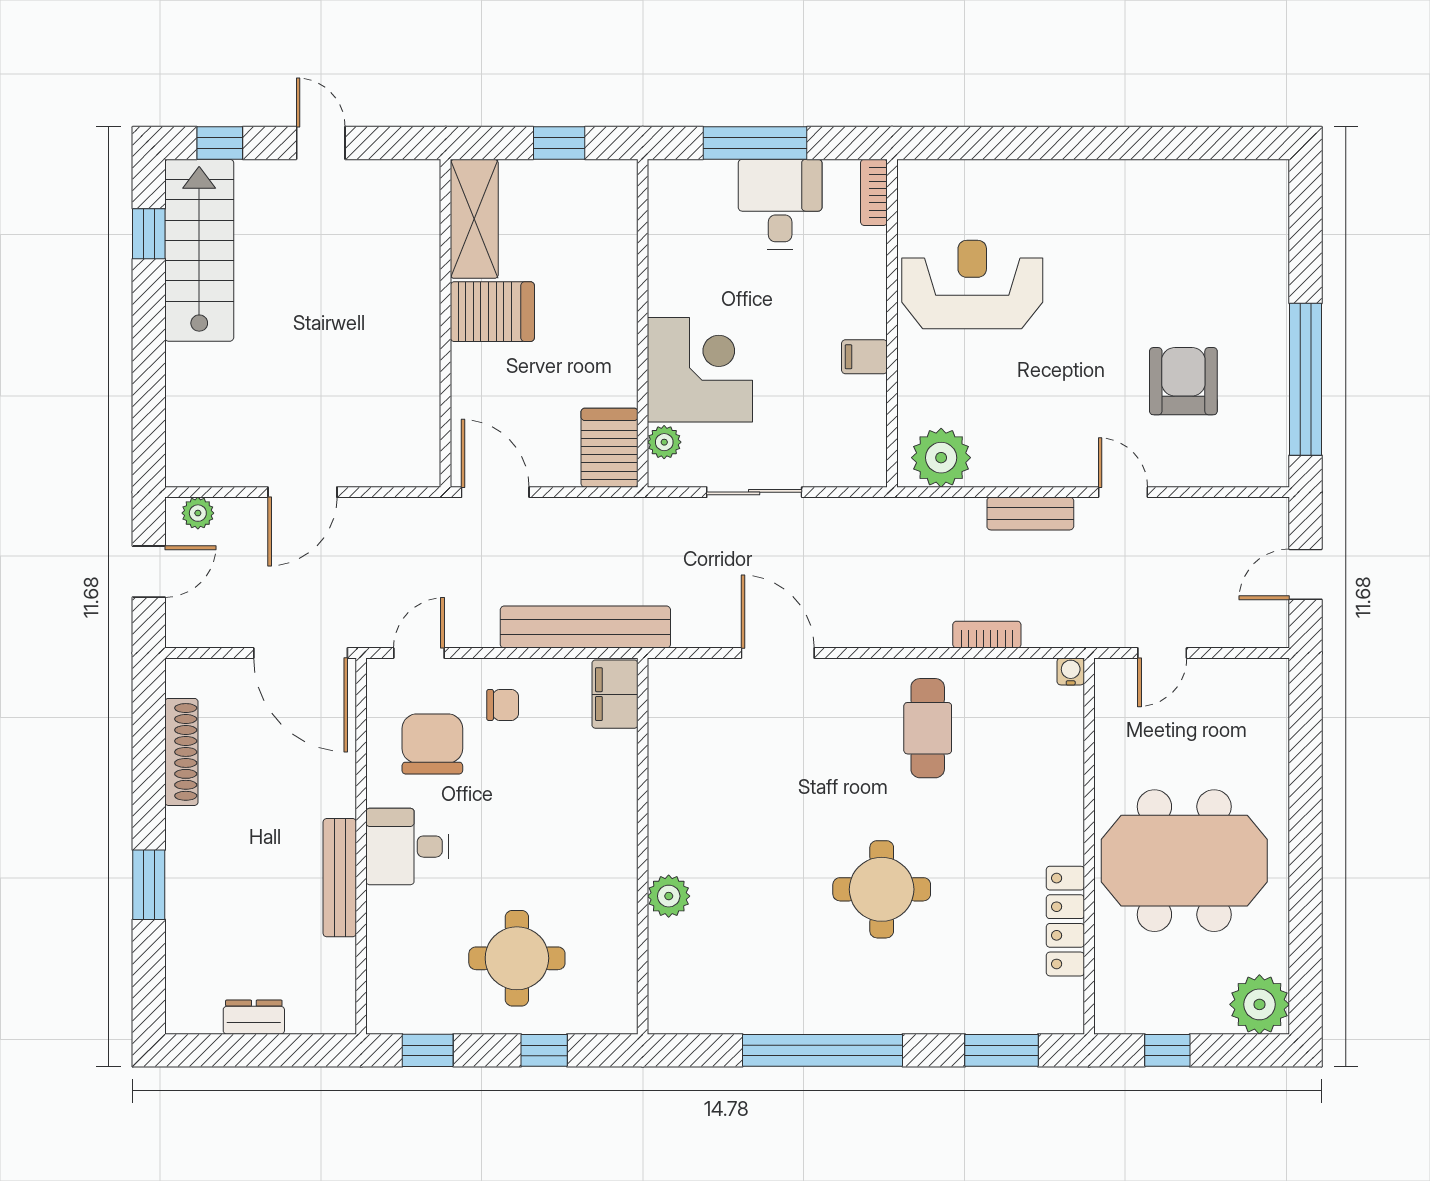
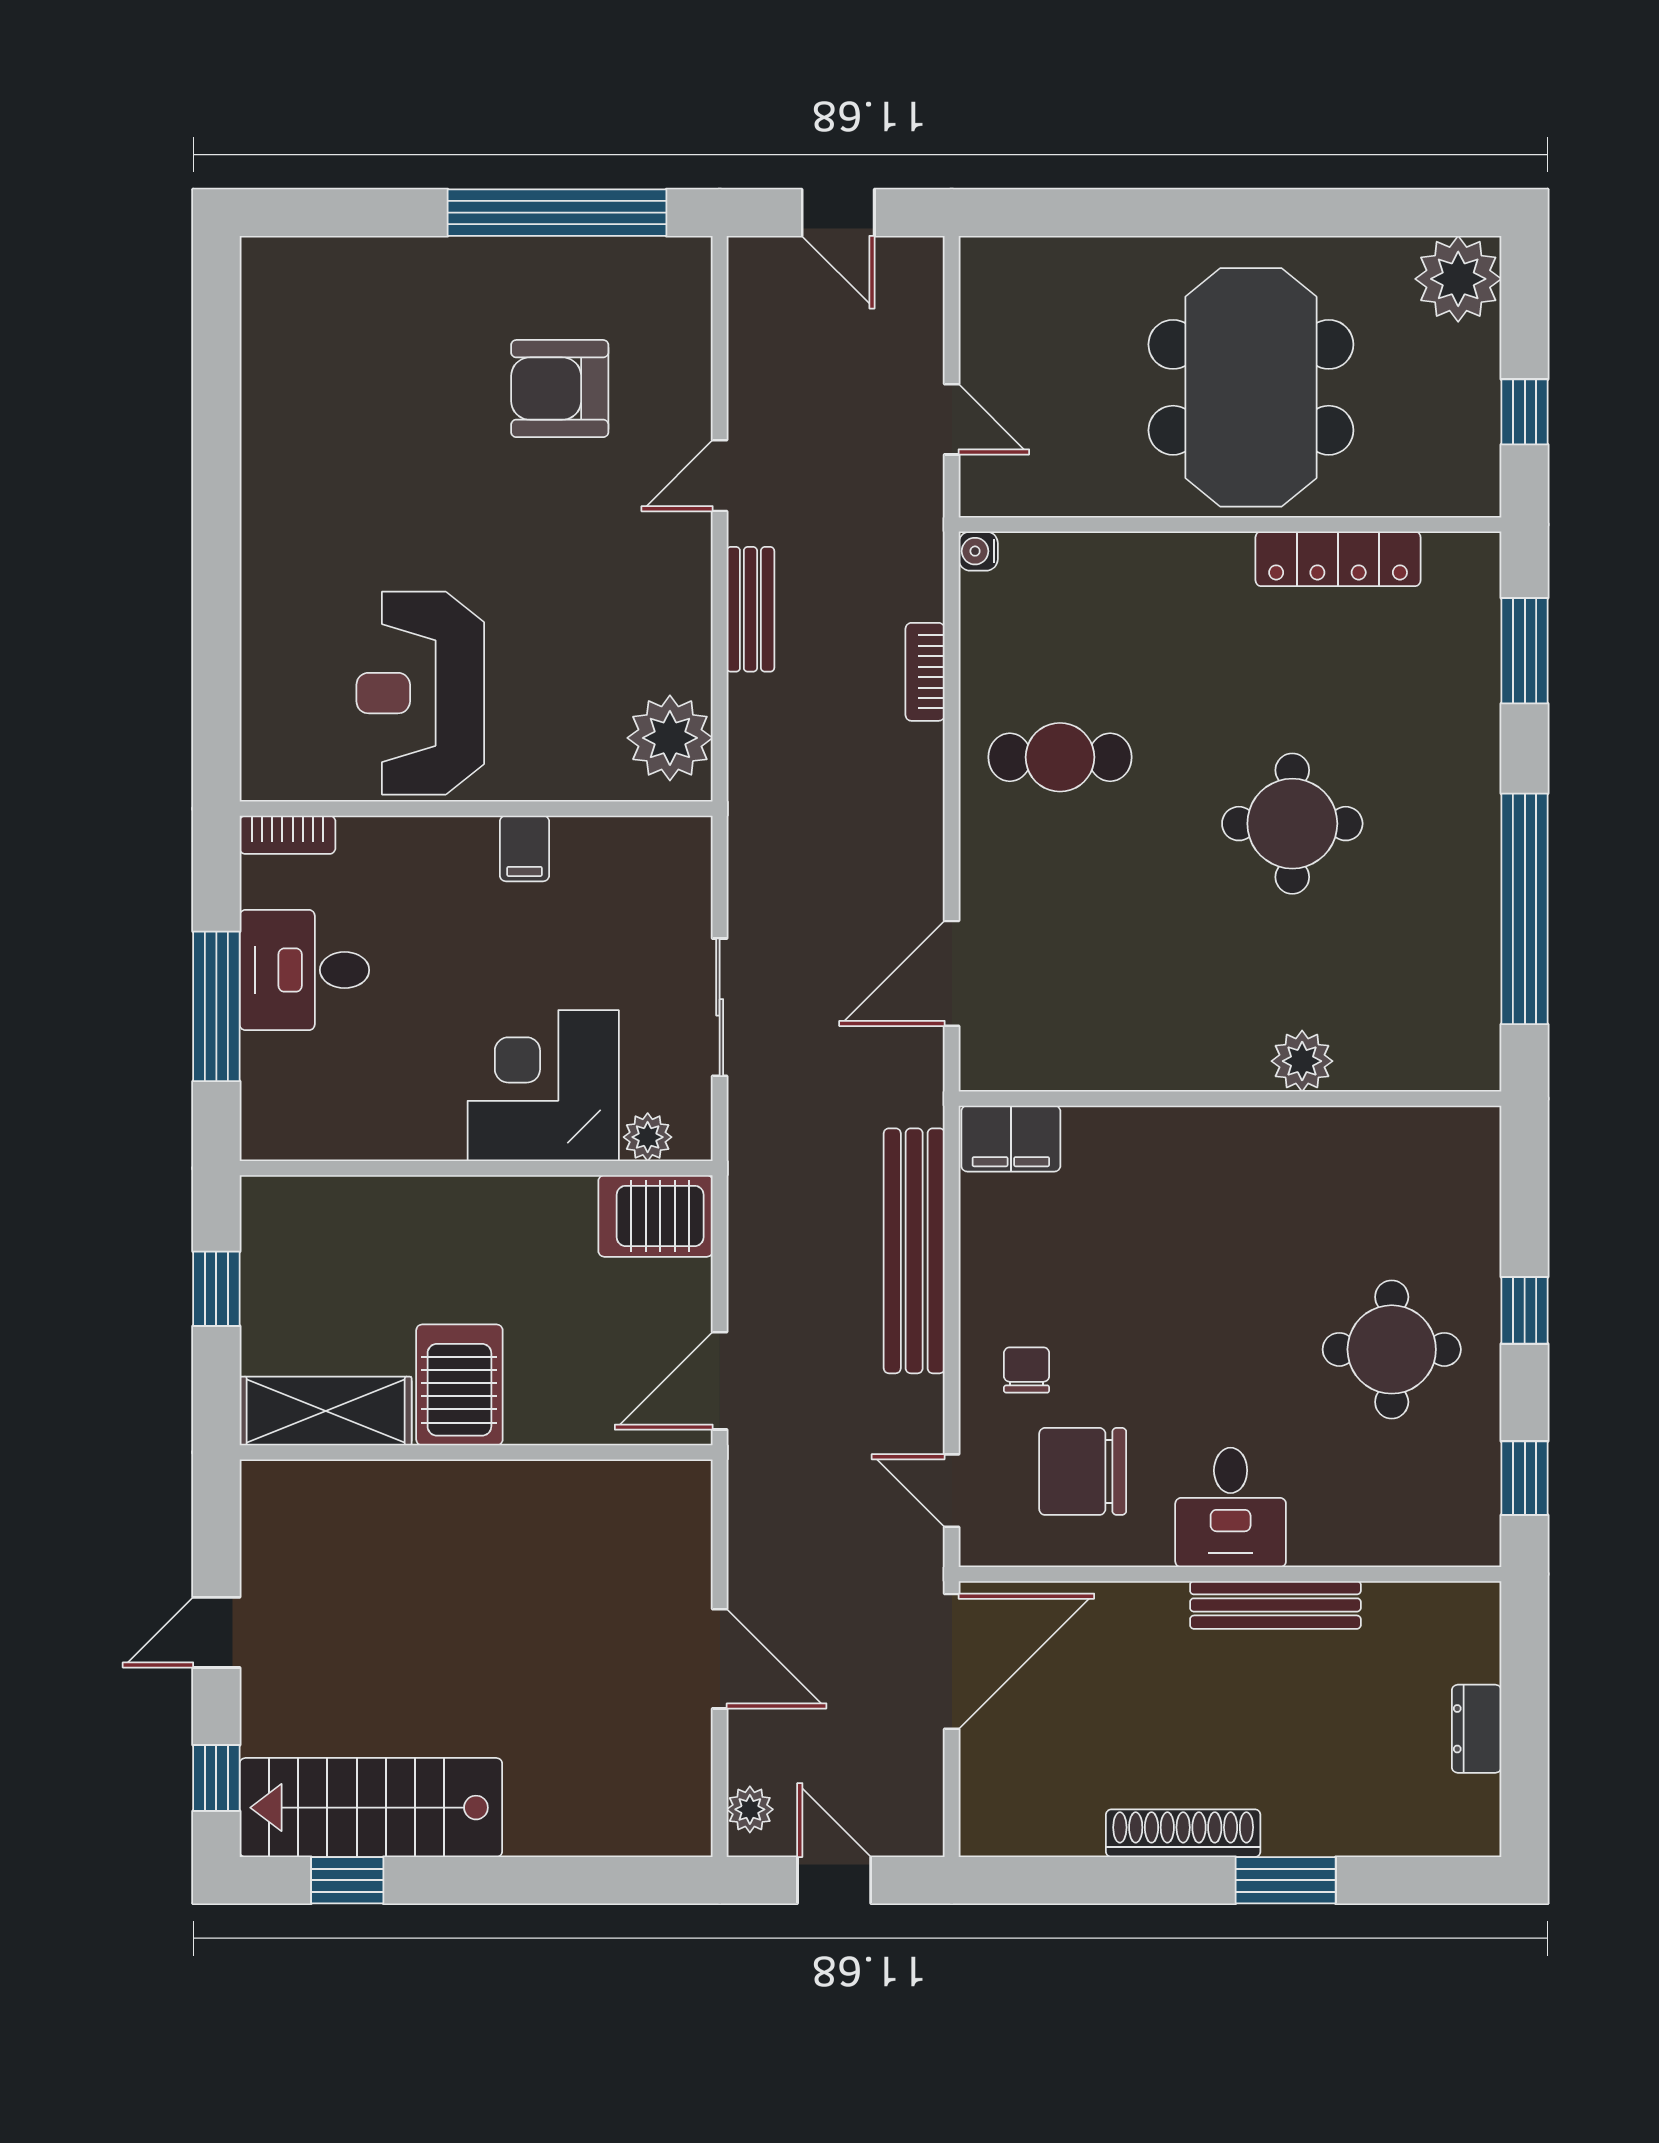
filing cabinet: (615, 694) -> (1011, 1139), moved
shoe rack: (181, 752) -> (1183, 1833), moved
wall: (643, 846) -> (1230, 1099), moved
plant: (669, 896) -> (1302, 1061), moved

